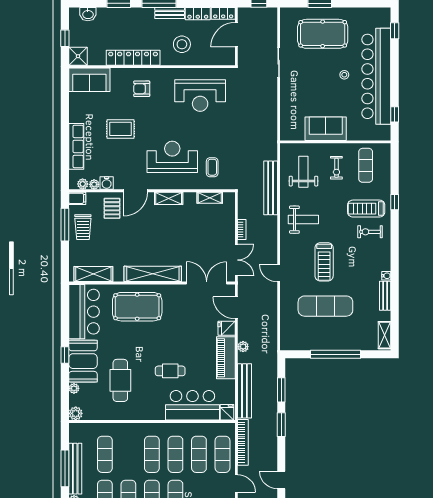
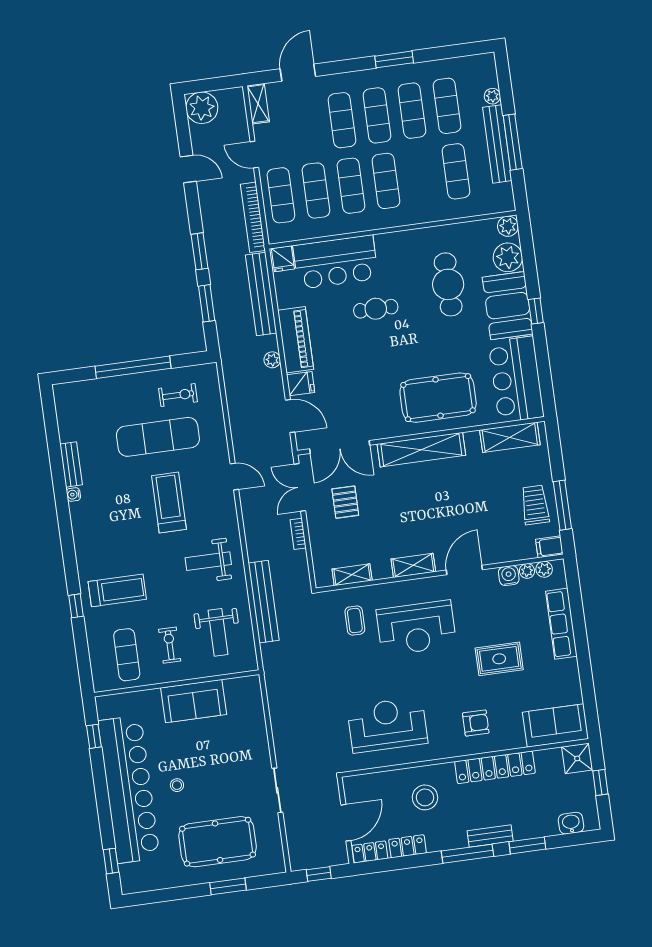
bench: (170, 13) -> (490, 836), moved
pallet: (112, 208) -> (345, 502), moved
exercise bike: (370, 232) -> (178, 395), moved
shelving: (385, 335) -> (64, 406), removed
plant: (74, 388) -> (508, 257), width x1.88, depth x1.88

